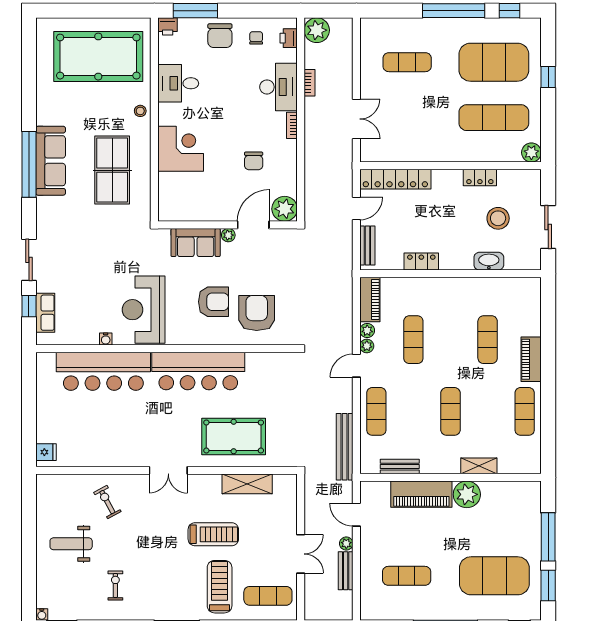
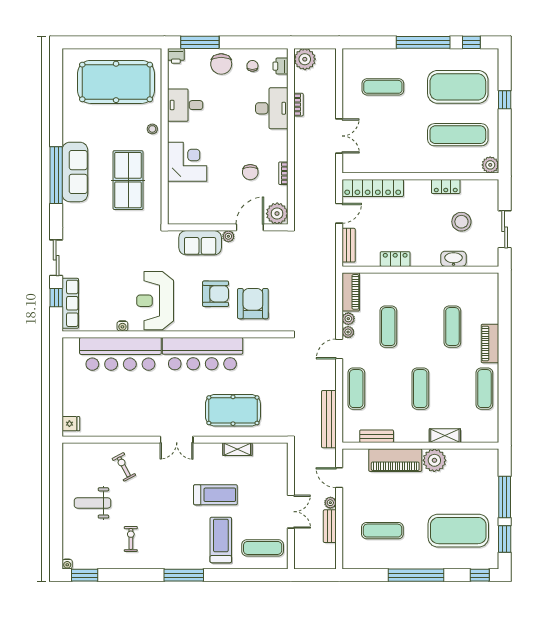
bookcase: (292, 125) -> (283, 173), moved
row of seats: (45, 313) -> (70, 303), width x1.48
shelving: (247, 484) -> (237, 449), width x0.67, depth x0.75

